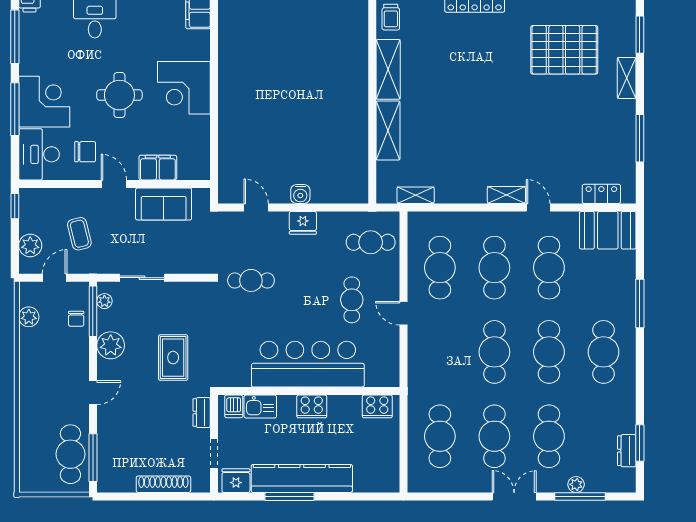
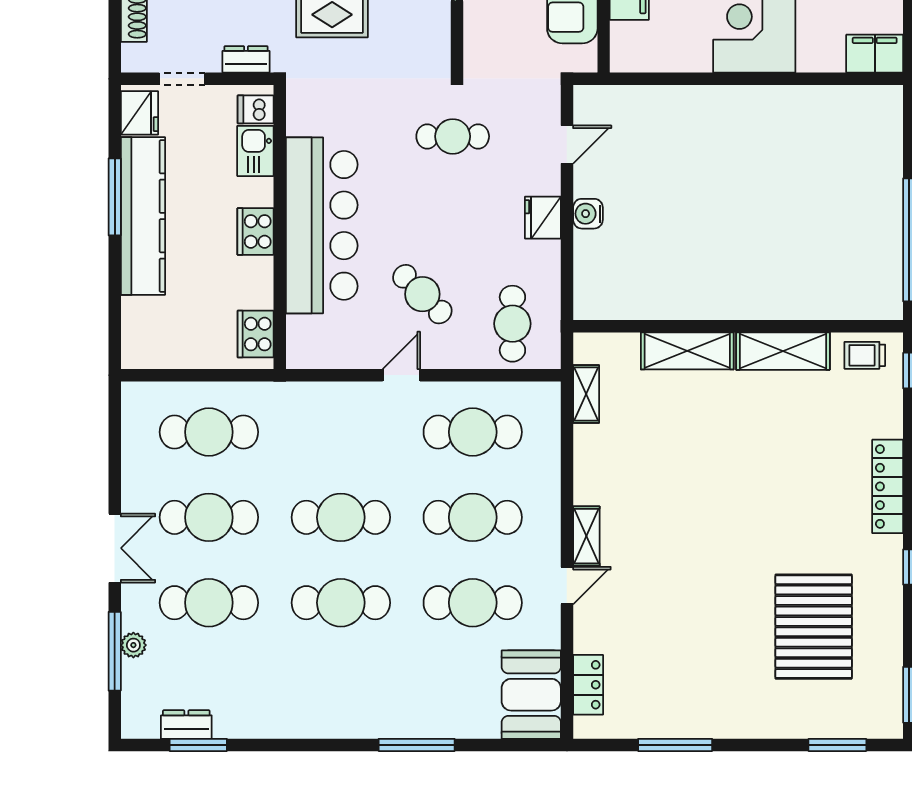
shelving: (627, 78) -> (769, 724), removed
cafe table: (251, 280) -> (453, 136), turned 90
cafe table: (352, 300) -> (422, 294), turned 45
cafe table: (604, 352) -> (341, 688), removed

